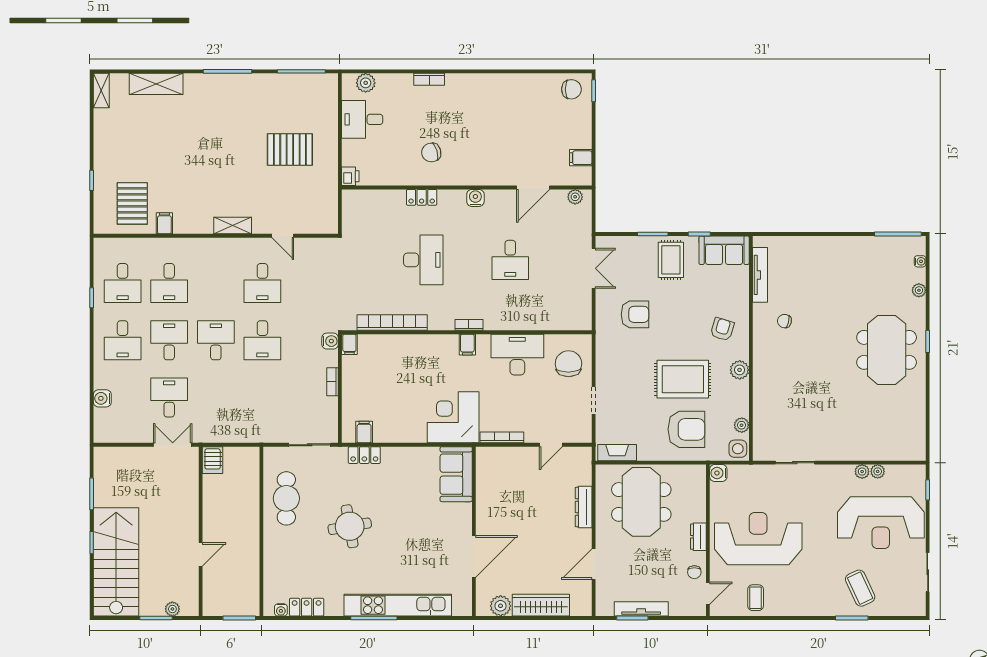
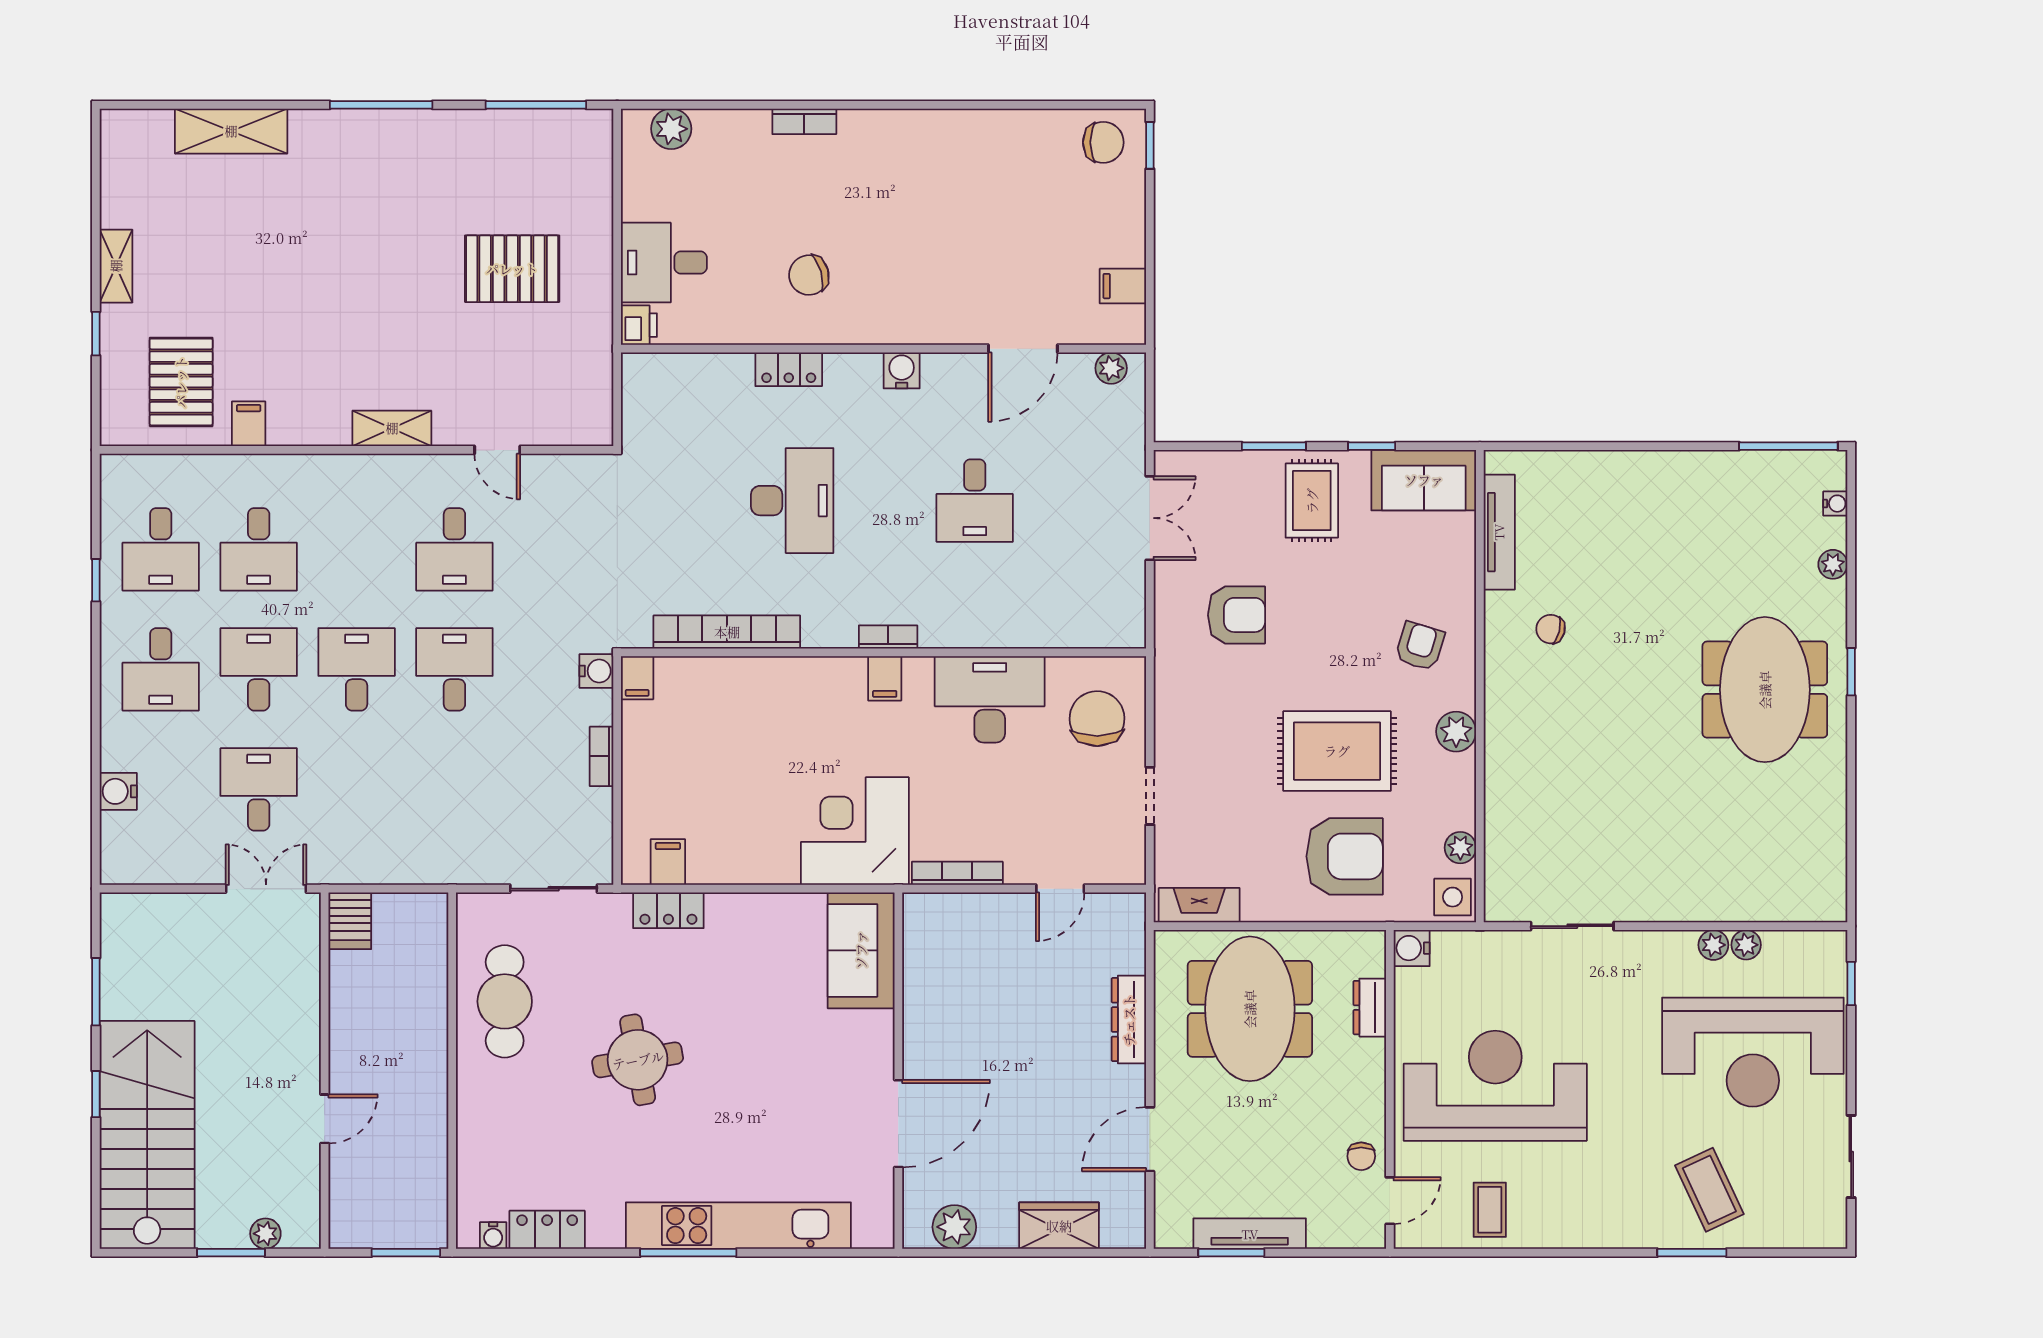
shelving: (101, 91) -> (116, 266), moved
desk: (362, 119) -> (664, 263), moved
desk: (262, 340) -> (454, 669), turned 180
dresser: (698, 537) -> (1370, 1008), moved
wardrobe: (541, 605) -> (1059, 1226), width x0.67

